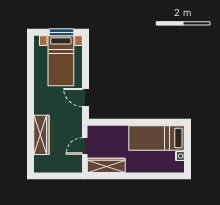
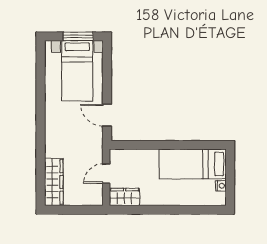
wardrobe: (41, 135) -> (54, 182), moved
wardrobe: (106, 165) -> (125, 197), width x0.67

